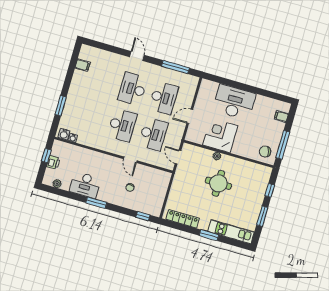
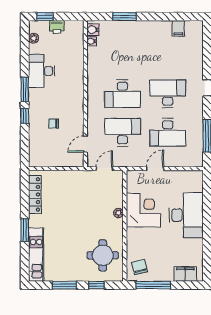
door: (190, 116) -> (155, 169), hinge flipped
filing cabinet: (281, 116) -> (185, 274), width x2.00
desk: (153, 134) -> (122, 132), turned 180
window: (46, 156) -> (45, 17), moved
door: (130, 160) -> (85, 144), moved
round table: (218, 183) -> (103, 255), moved
window: (143, 216) -> (25, 116), moved

